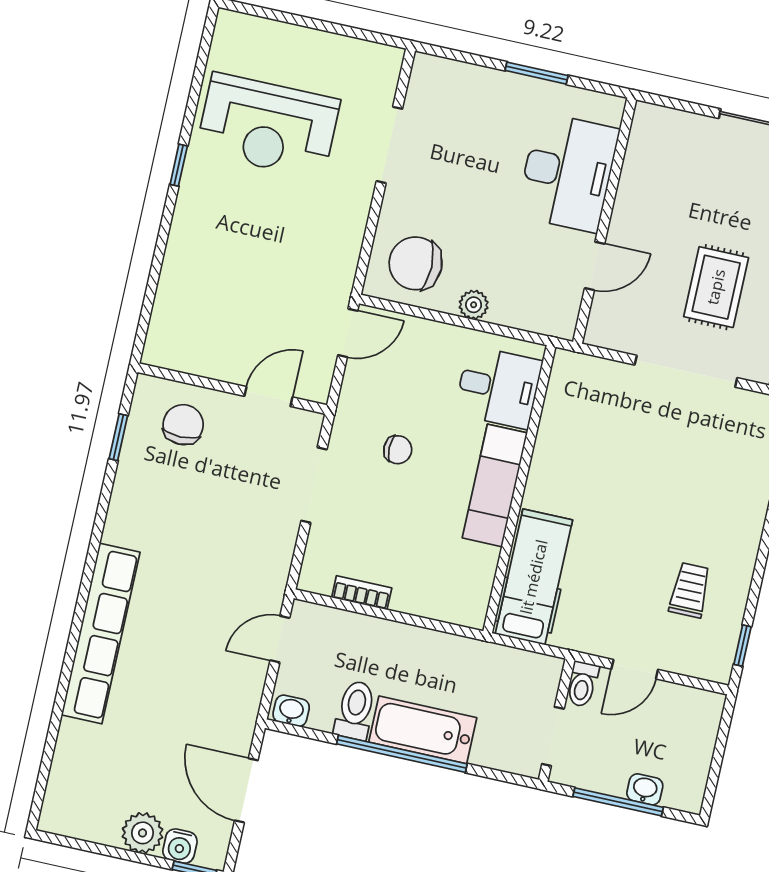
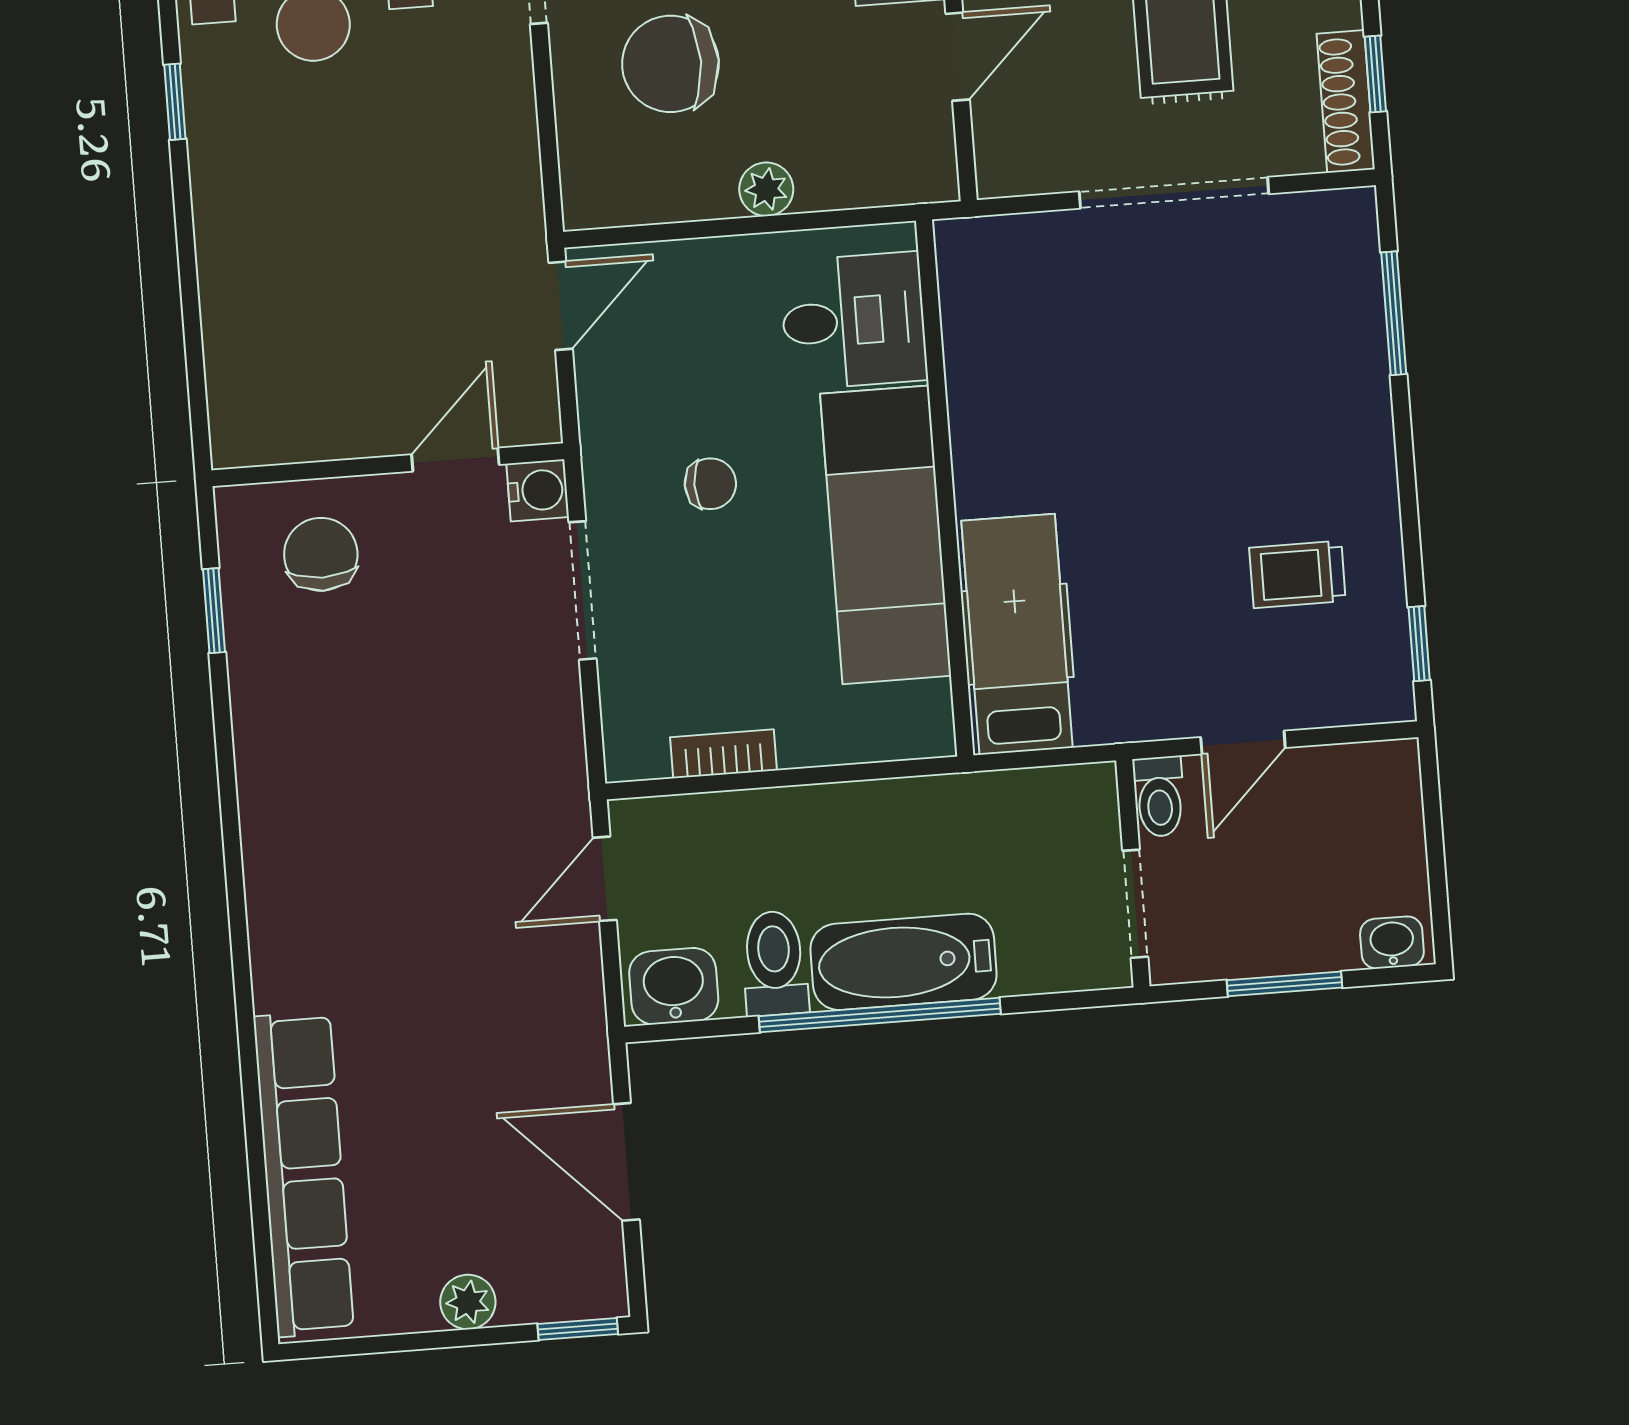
chair: (416, 263) -> (671, 64), moved
exam couch: (495, 485) -> (886, 535), width x1.36, depth x1.45
trolley: (690, 590) -> (1297, 574), turned -90
row of seats: (101, 634) -> (304, 1174), moved
washbasin: (291, 711) -> (674, 986), width x1.38, depth x1.45
washbasin: (645, 789) -> (1392, 943), moved
window: (618, 802) -> (1284, 984), width x0.69
plant: (143, 833) -> (468, 1302), width x0.73, depth x0.73
water cooler: (180, 846) -> (538, 490), moved, turned -90

